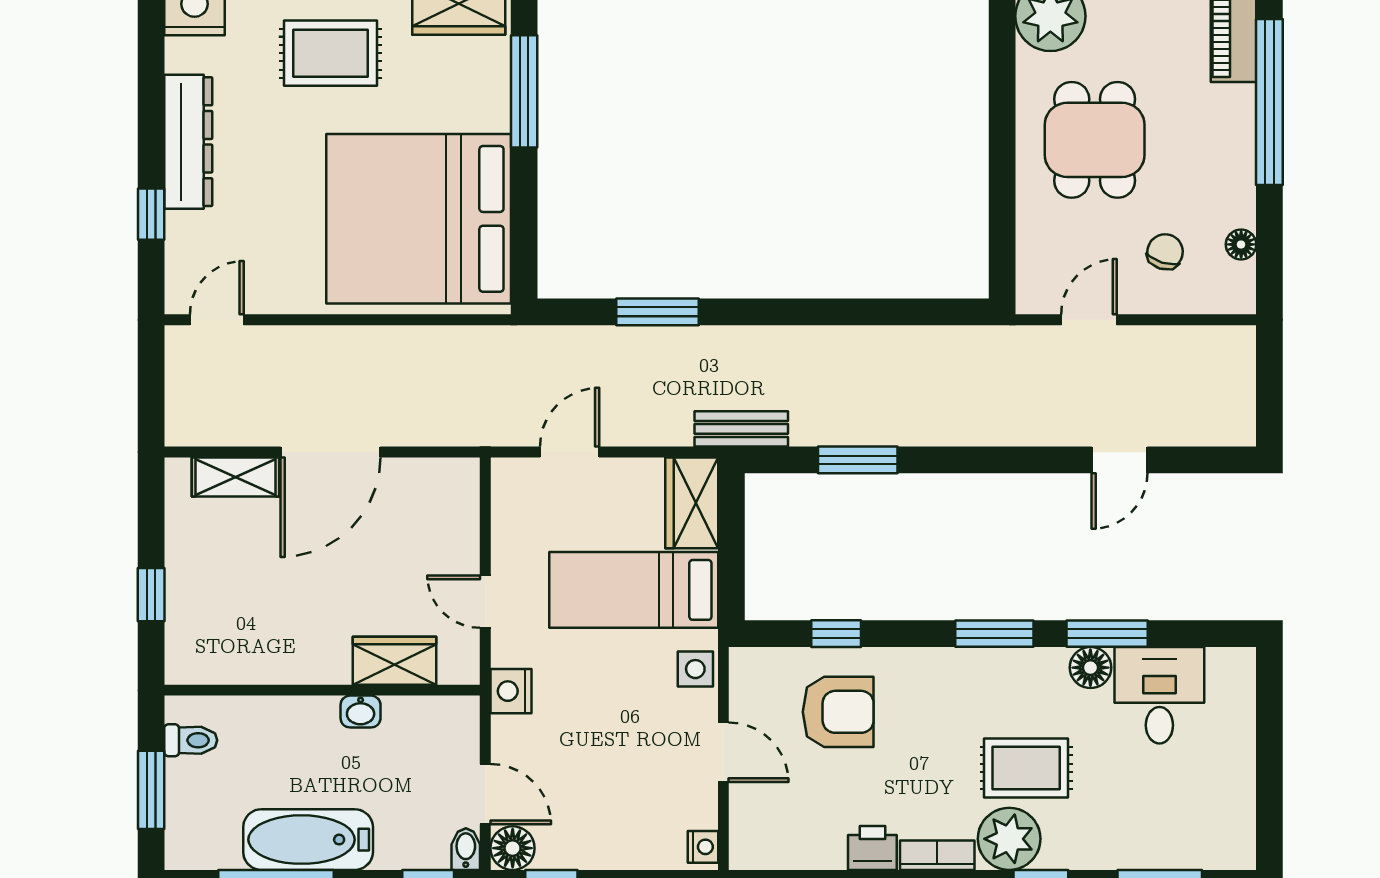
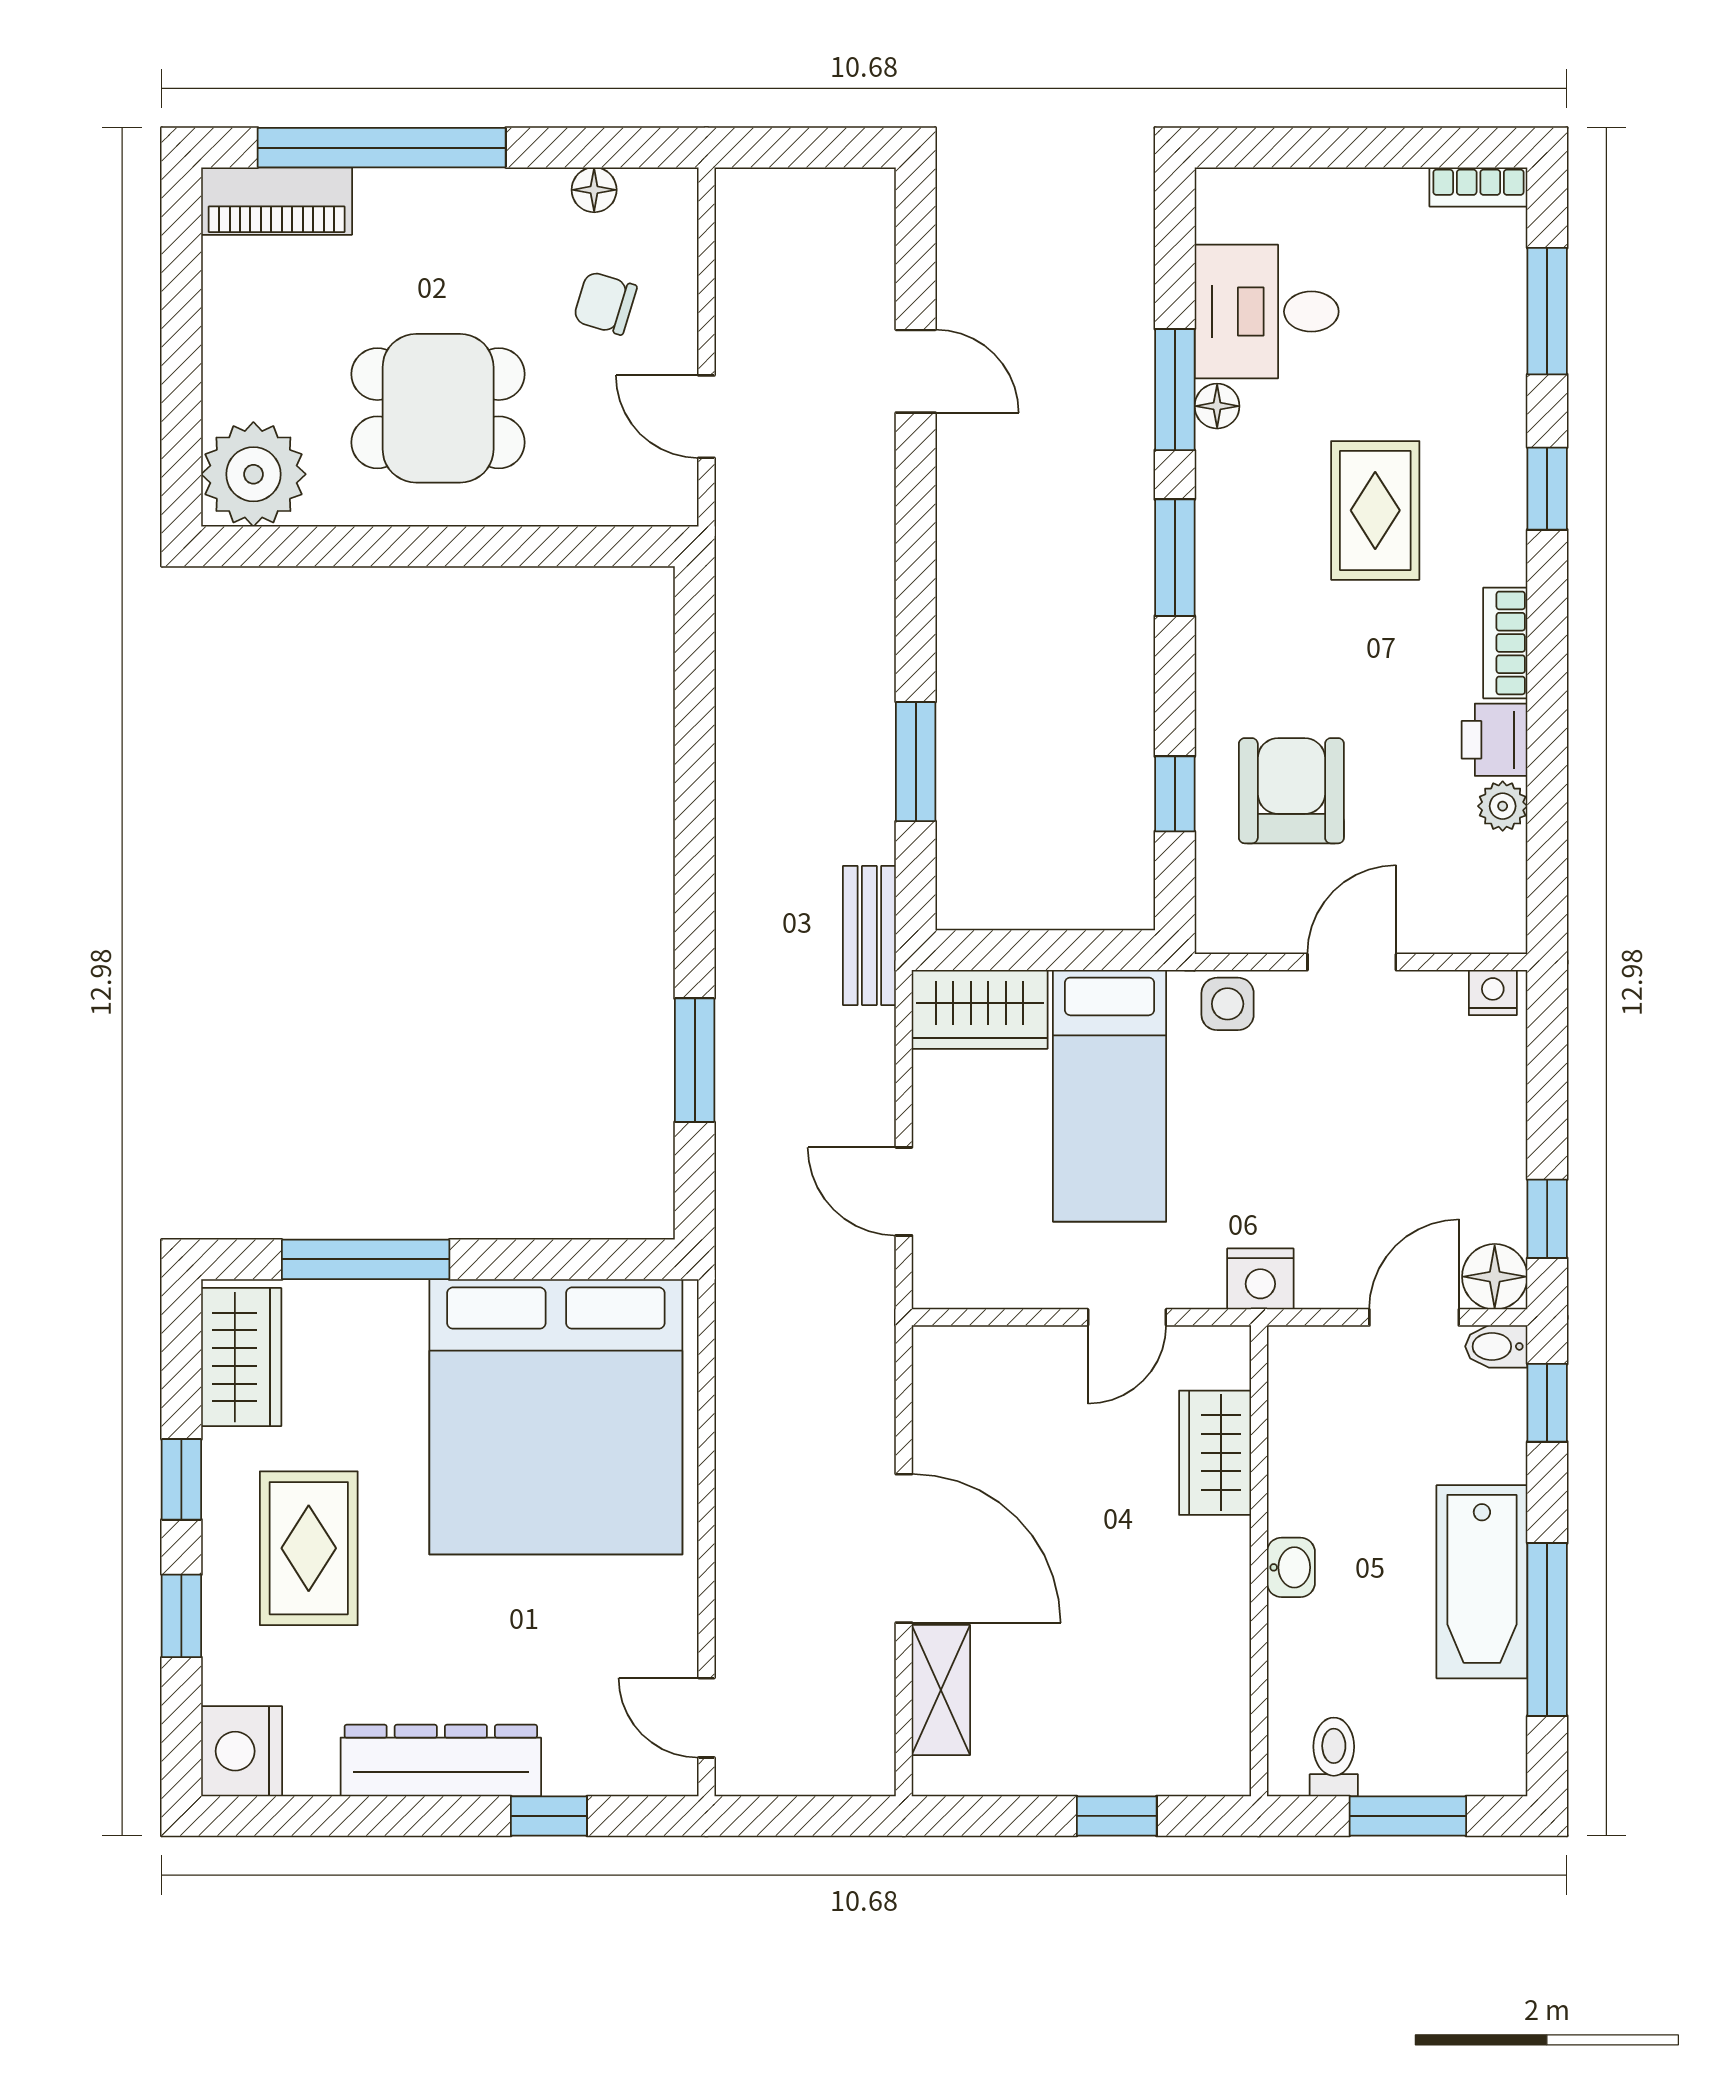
floor lamp: (1090, 668) -> (1217, 406), width x0.73, depth x0.73
washbasin: (361, 712) -> (1291, 1567), moved
bookcase: (1243, 837) -> (1478, 187), added
plant: (1009, 839) -> (1503, 806), moved, width x0.53, depth x0.53

